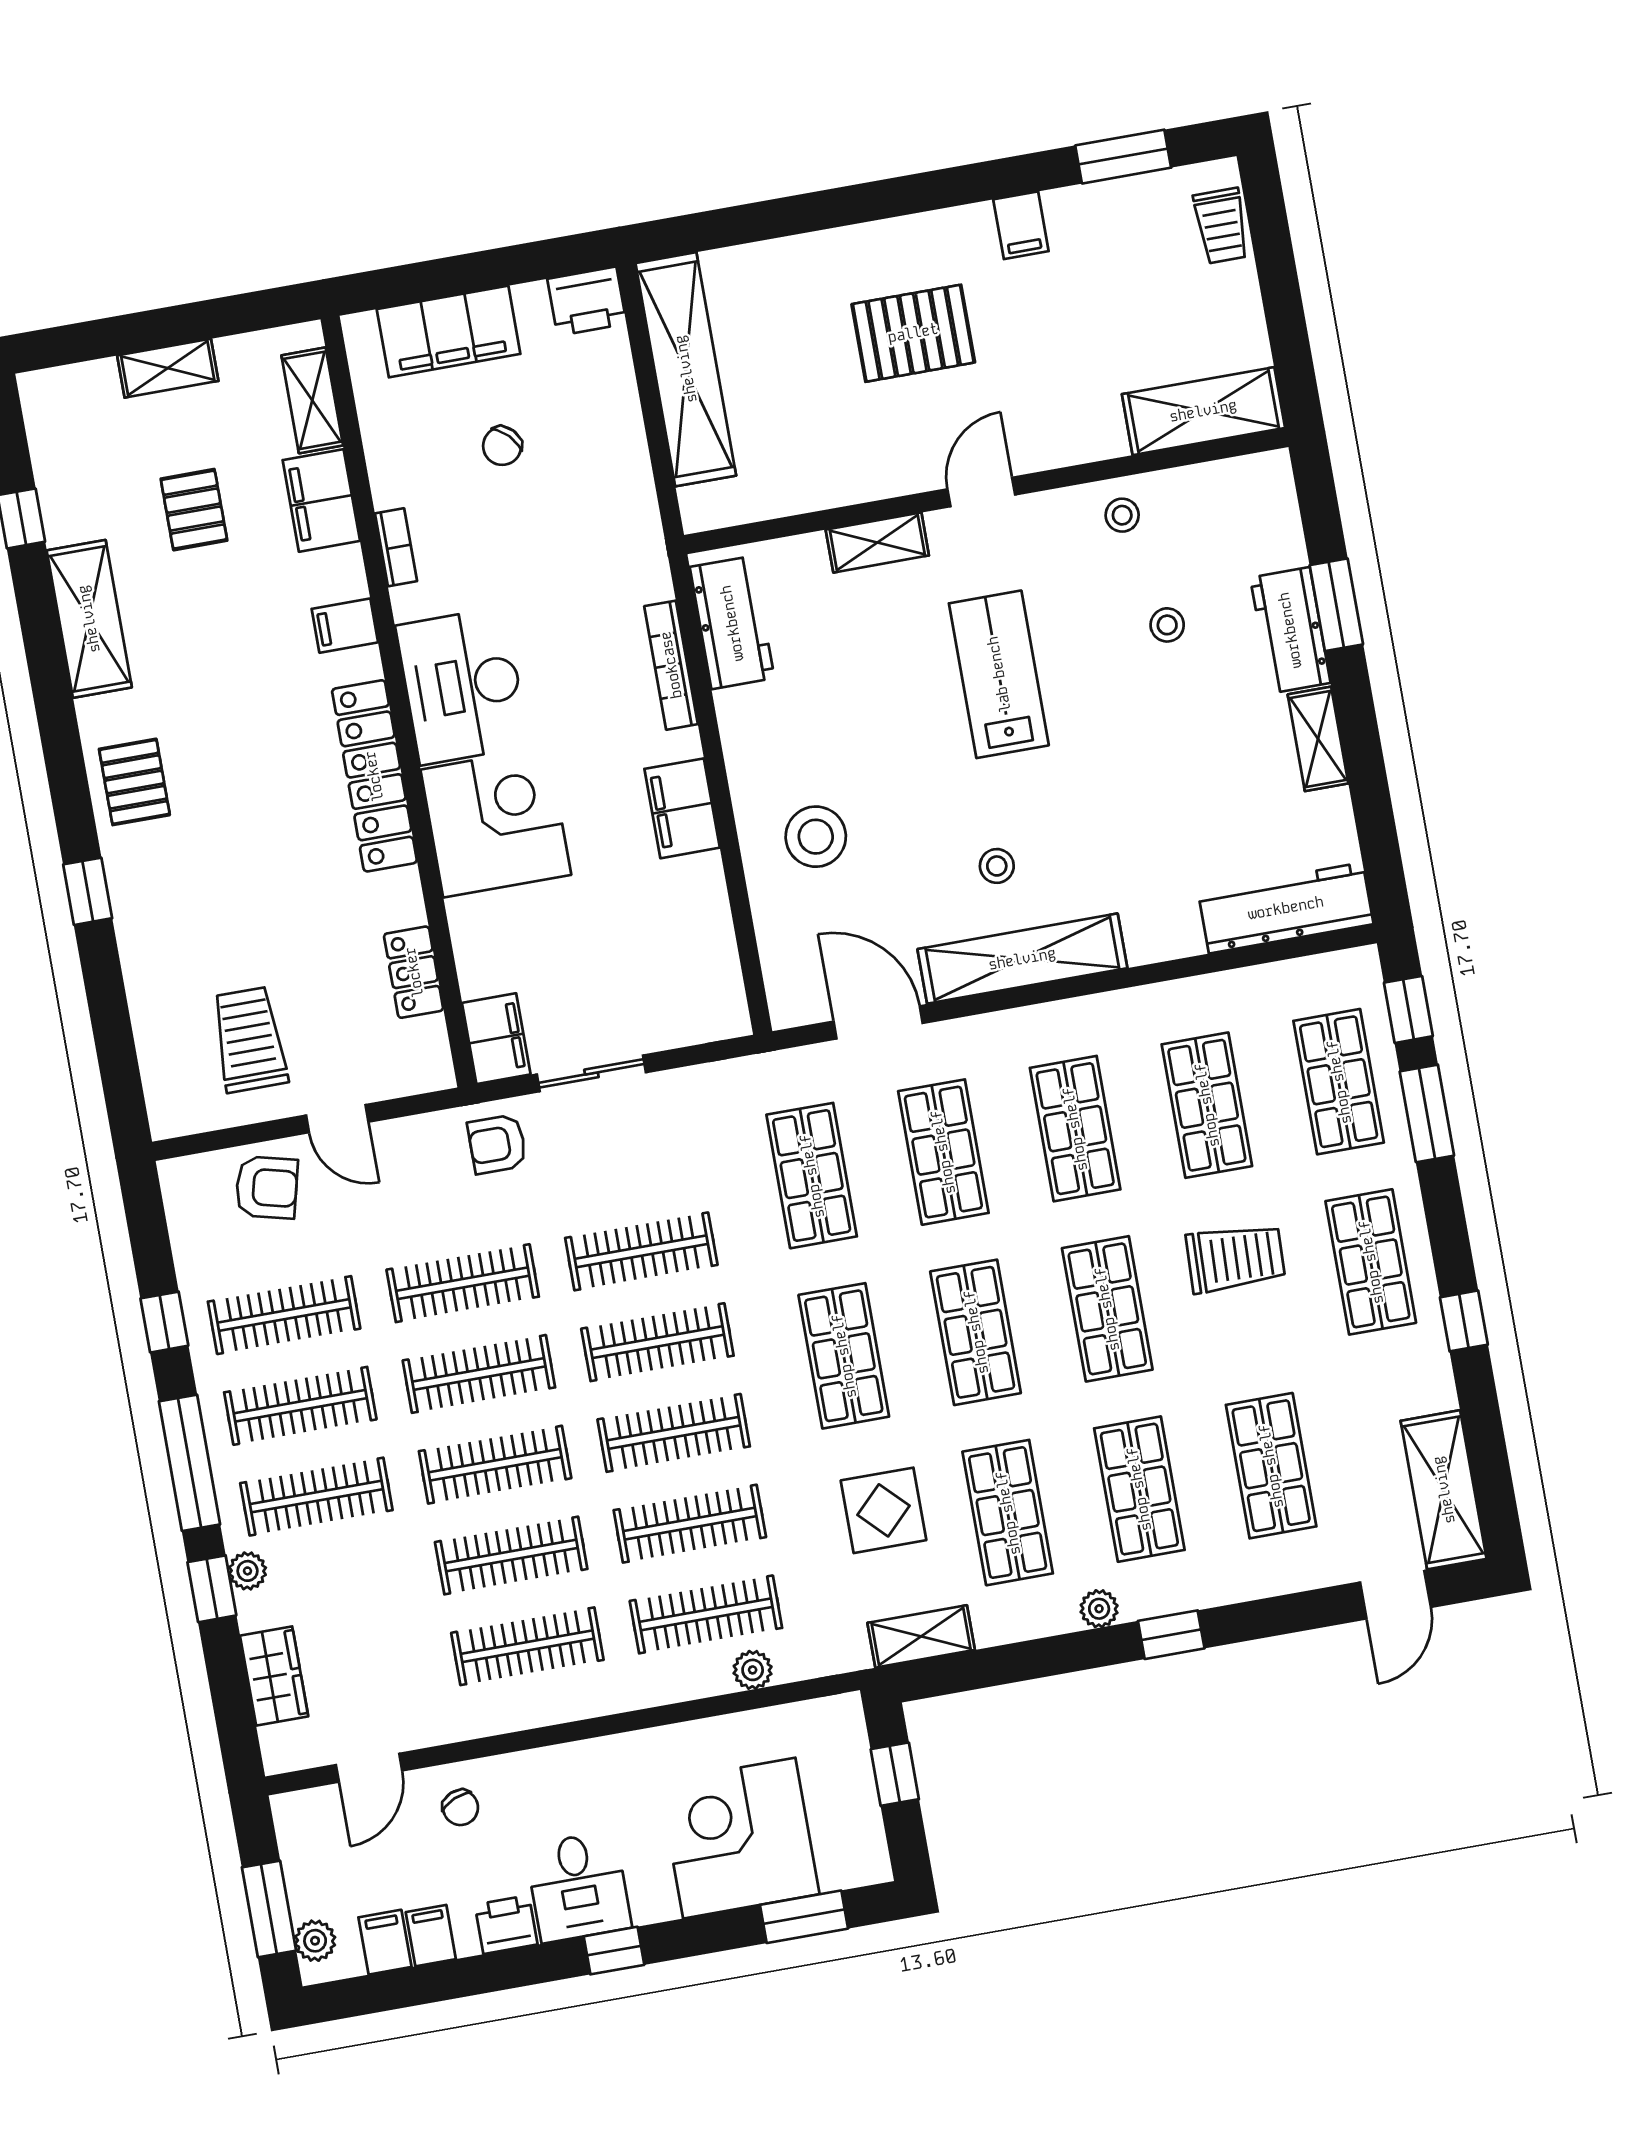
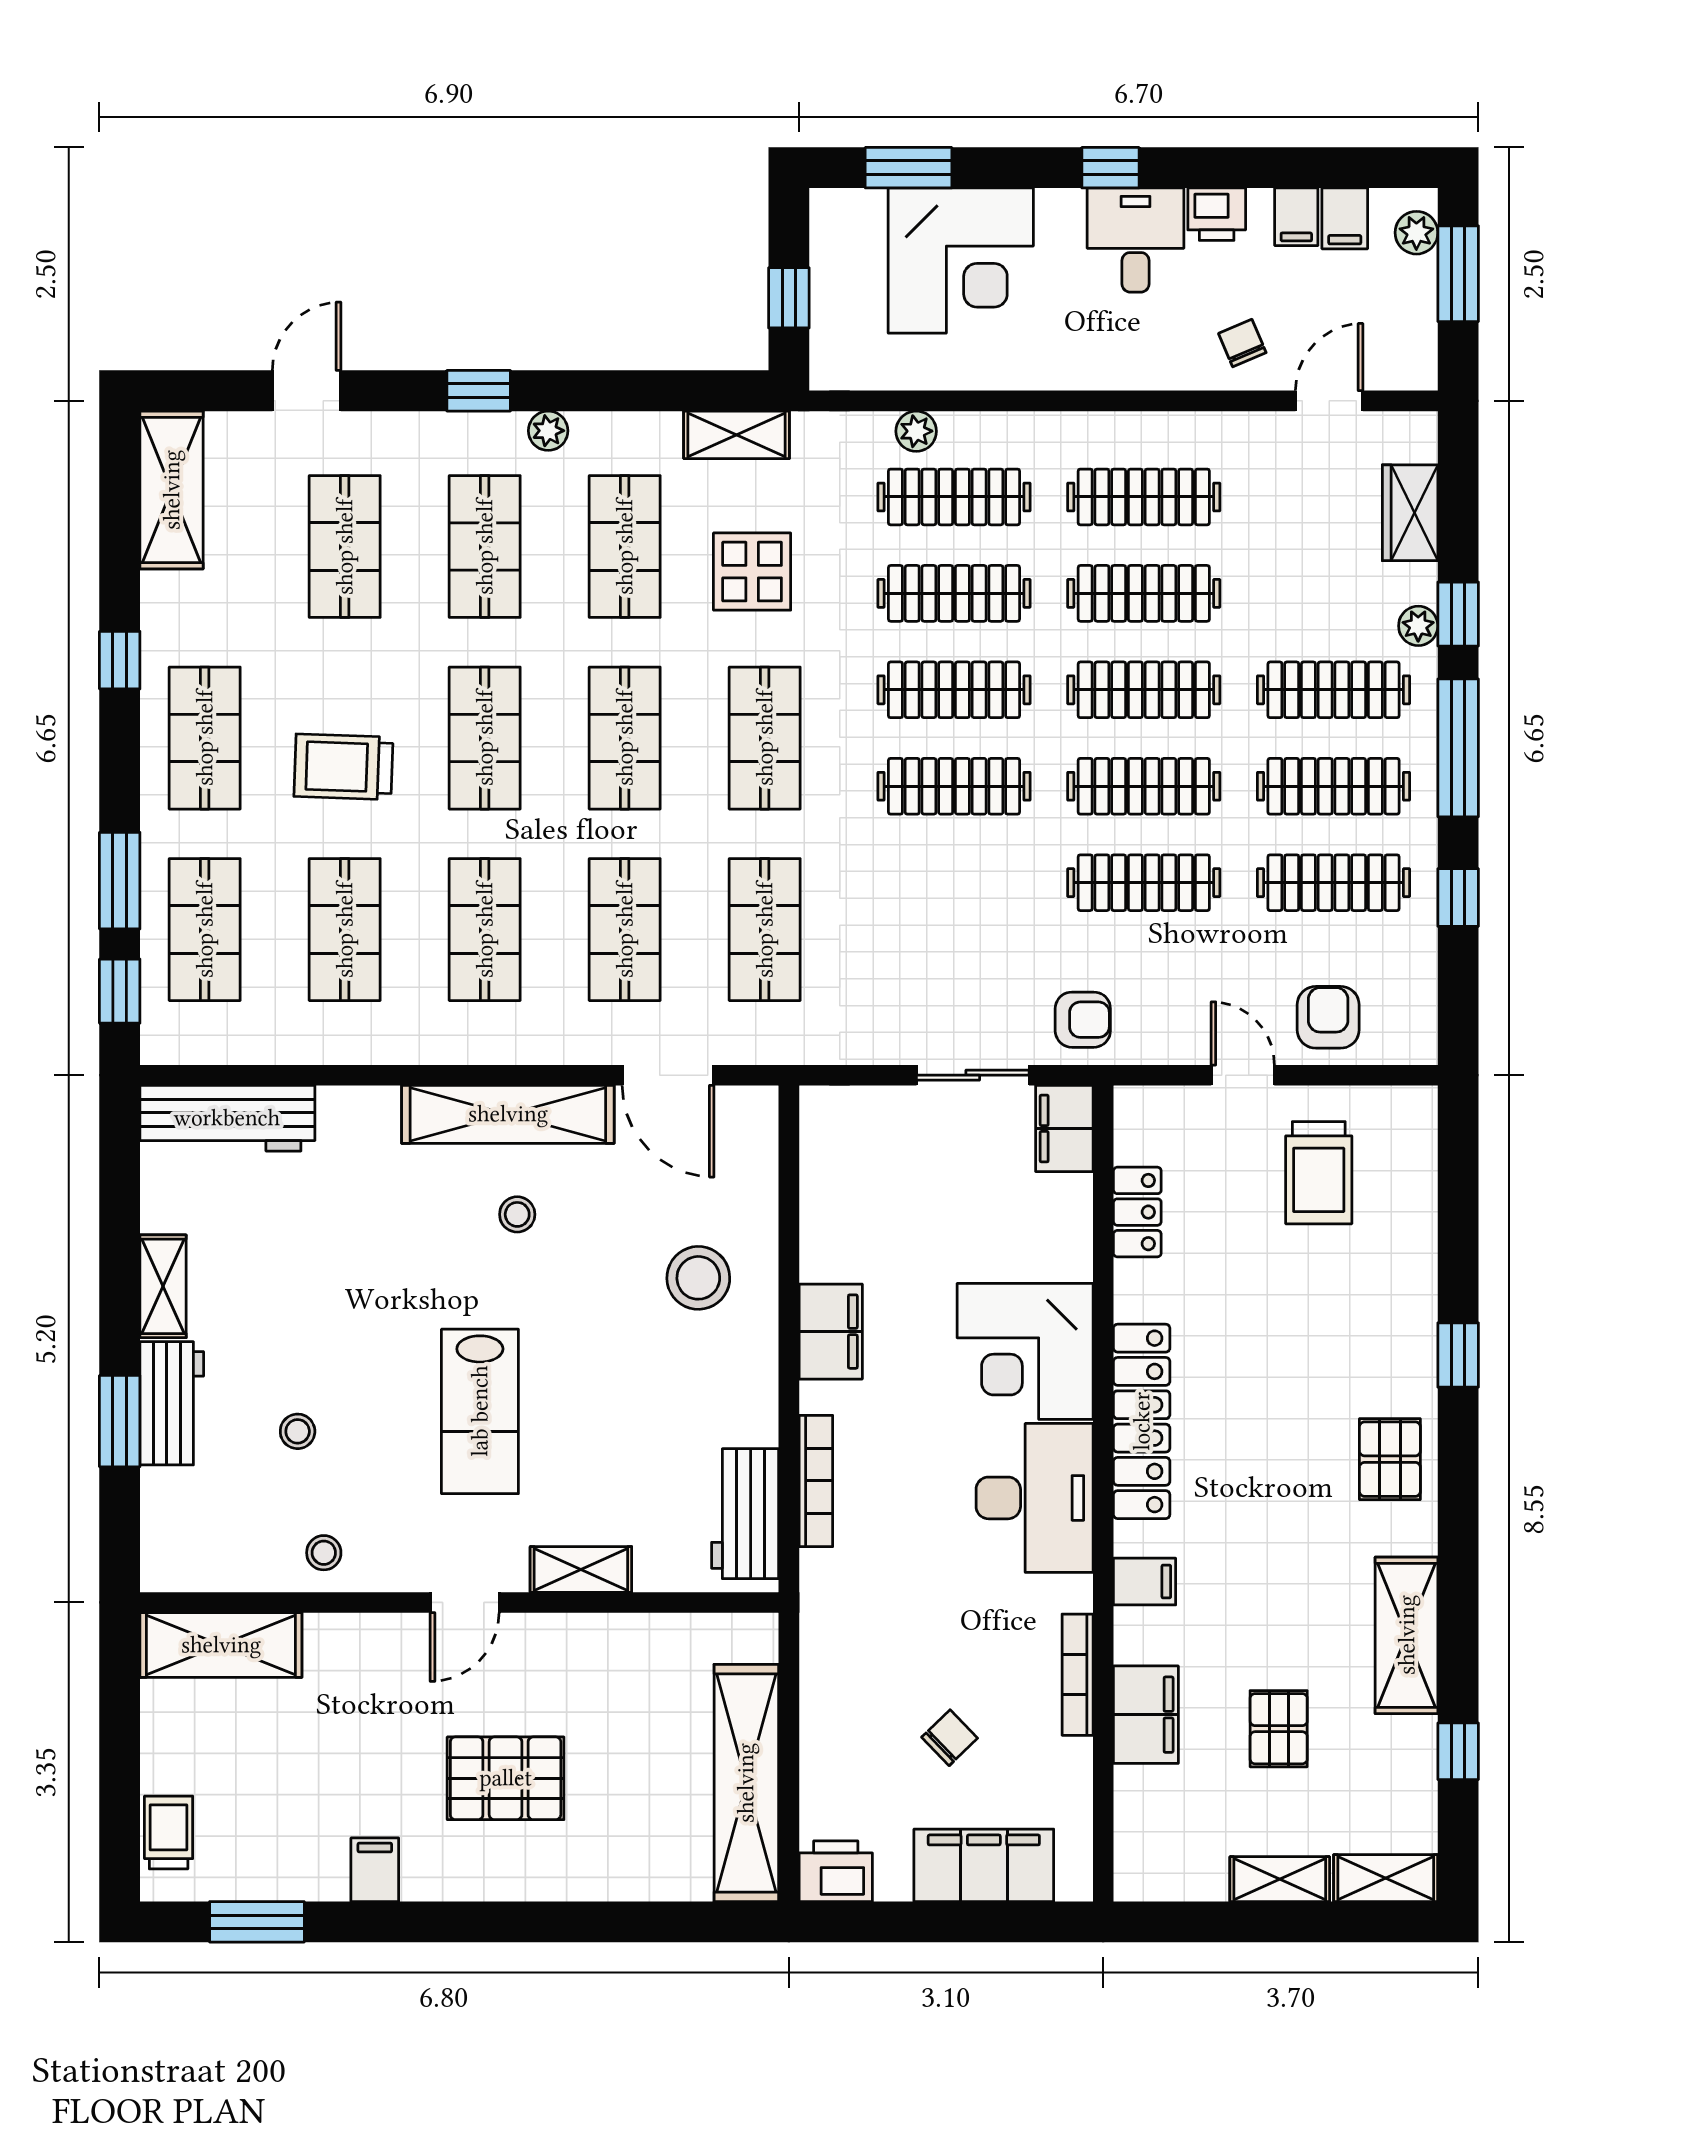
shelving: (312, 400) -> (1386, 1878), moved, turned 90
bookcase: (396, 547) -> (1078, 1675), width x1.56
armchair: (267, 1187) -> (1328, 1017), turned 76
clothes rail: (641, 1251) -> (954, 883), removed
door: (1395, 1595) -> (307, 391), moved

